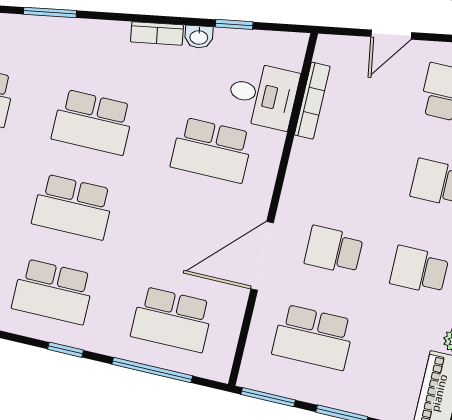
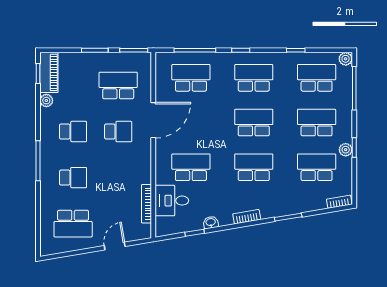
bookcase: (157, 33) -> (247, 217), moved

